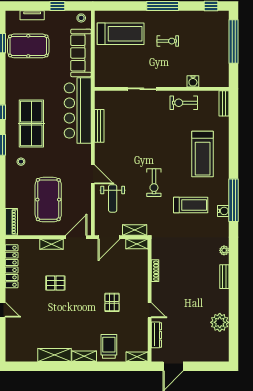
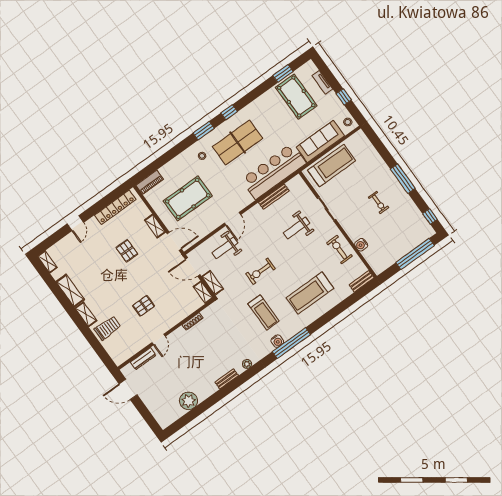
treadmill: (121, 34) -> (332, 165), moved, turned -90
weight bench: (139, 126) -> (297, 228), added
shelving: (137, 357) -> (47, 262), moved

